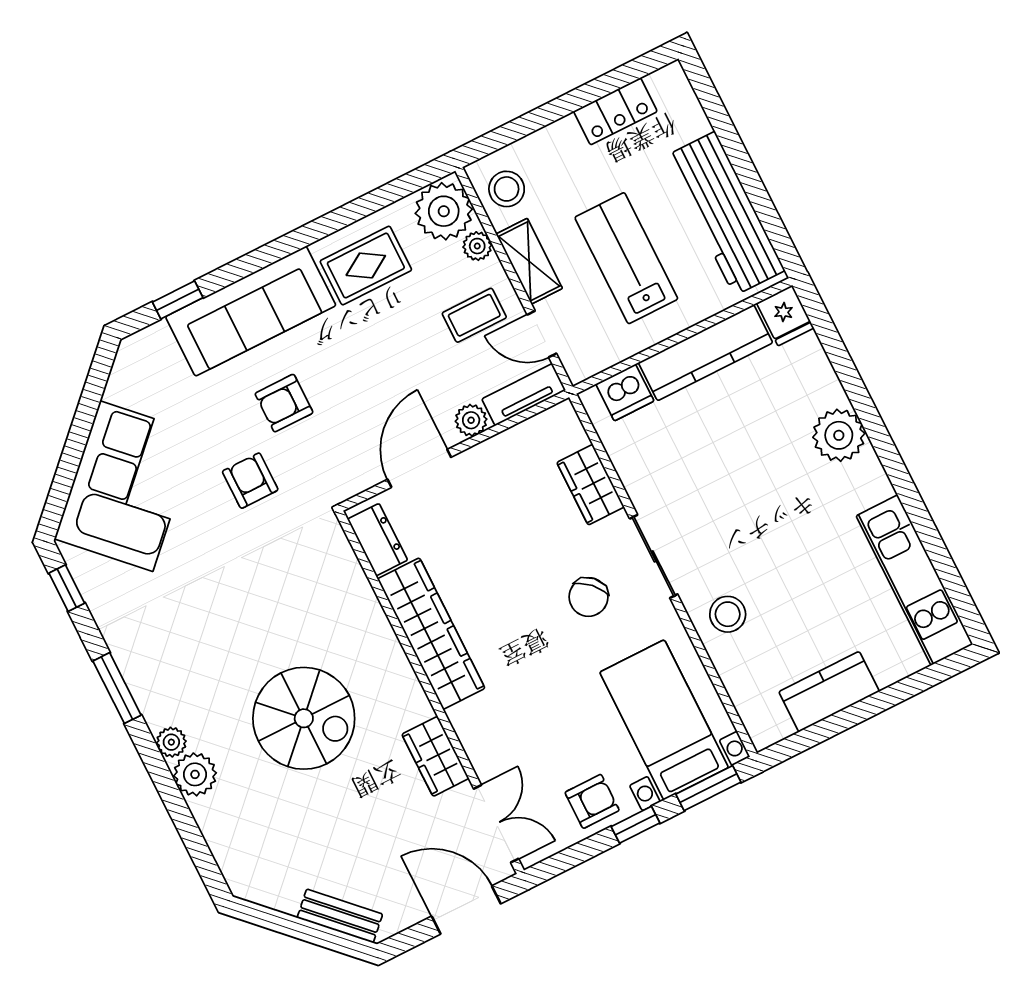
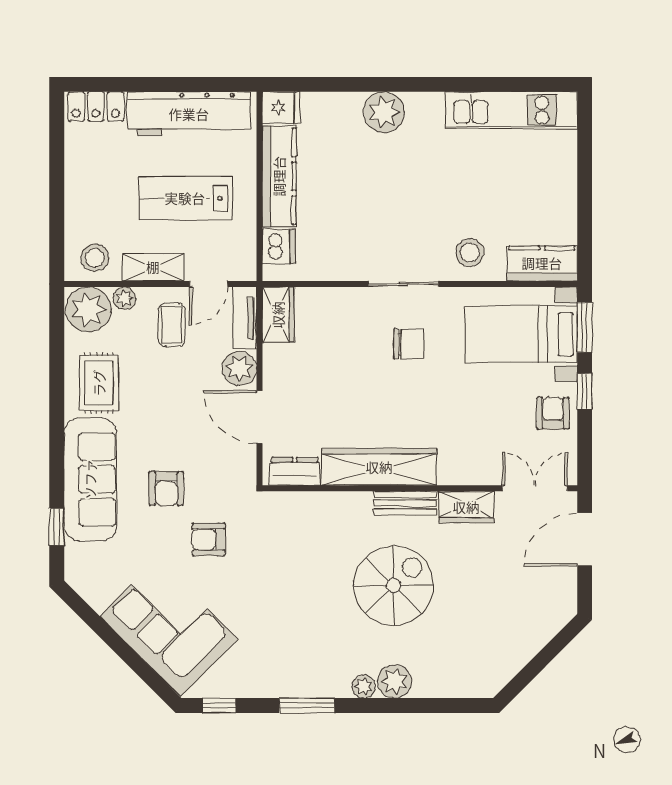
locker: (615, 111) -> (96, 106), moved, turned 90
plant: (471, 420) -> (239, 369), width x1.38, depth x1.38
wardrobe: (591, 485) -> (278, 315), moved, turned -90
chair: (588, 597) -> (409, 344), turned -45
kitchen counter: (829, 692) -> (542, 263), moved, turned 90
bench: (340, 916) -> (405, 503), moved, turned 45

